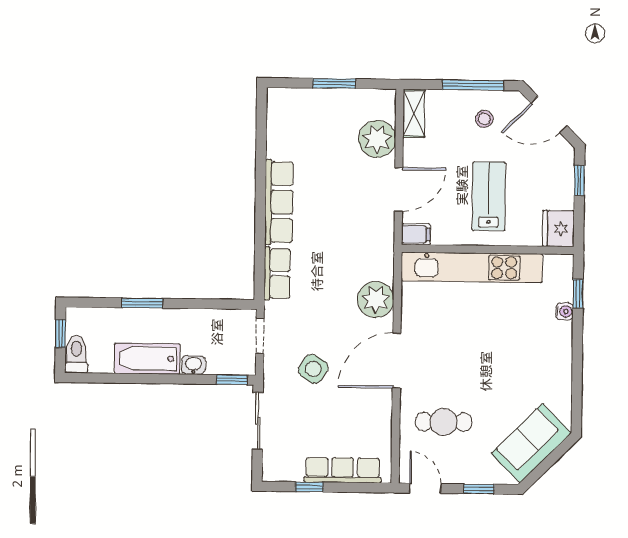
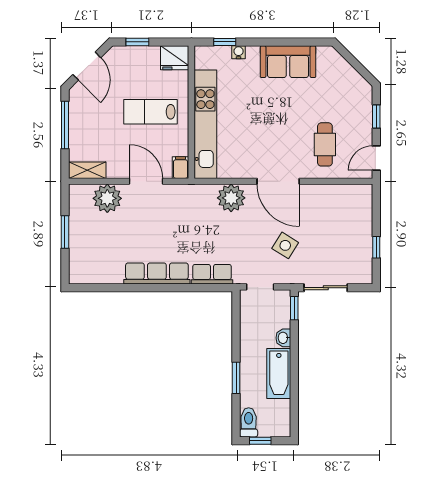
stool: (484, 119) -> (91, 116), removed
toilet: (76, 354) -> (249, 422), moved, turned 90
sofa: (531, 443) -> (288, 62), moved, turned -45
row of seats: (343, 470) -> (363, 222), removed

